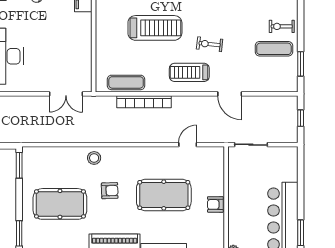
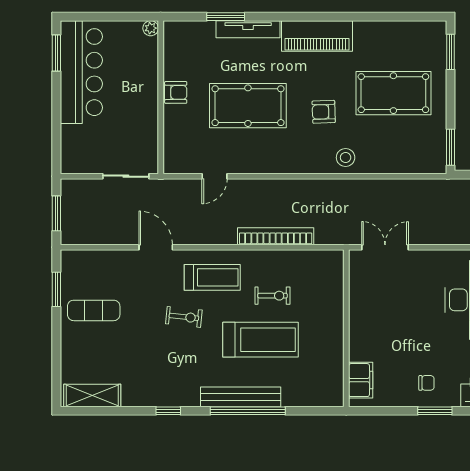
exercise bike: (282, 26) -> (273, 296), moved
treadmill: (155, 28) -> (260, 340), turned 180
exercise mat: (126, 82) -> (301, 263), removed
window: (301, 118) -> (56, 213), width x1.50

